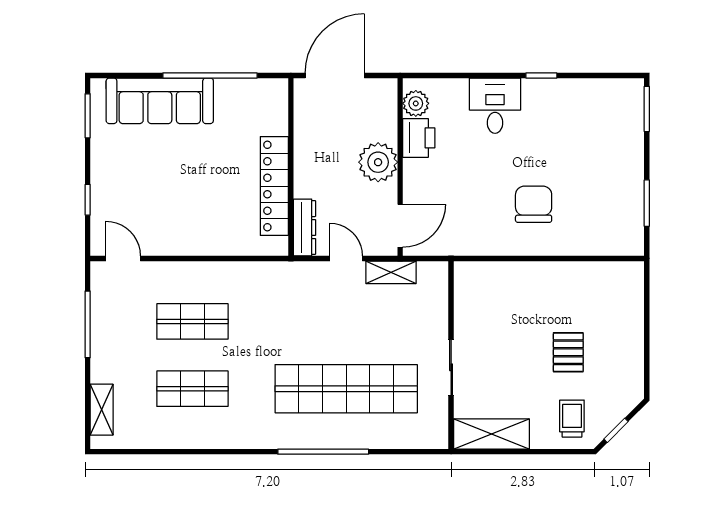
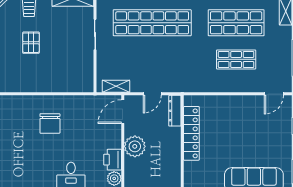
door: (123, 258) -> (274, 94), hinge flipped
door: (346, 258) -> (152, 94), hinge flipped
shelving: (391, 272) -> (116, 86), moved
shop shelf: (192, 389) -> (236, 23), width x1.43, depth x1.36

